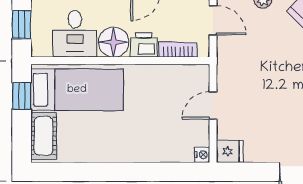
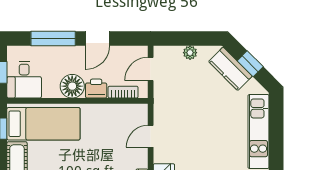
door: (213, 20) -> (151, 69), swing flipped
desk: (75, 34) -> (24, 80), moved

